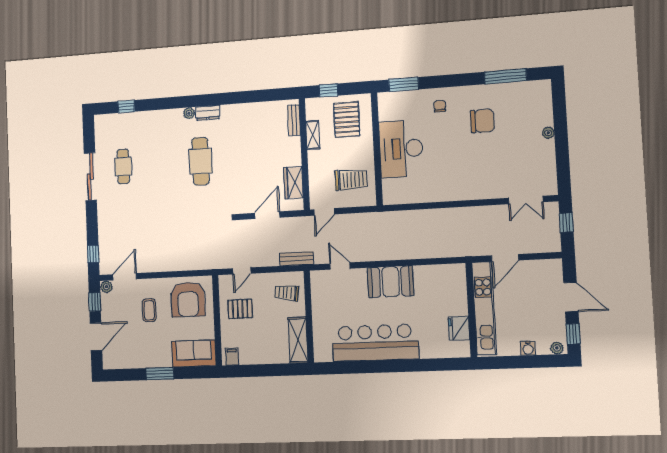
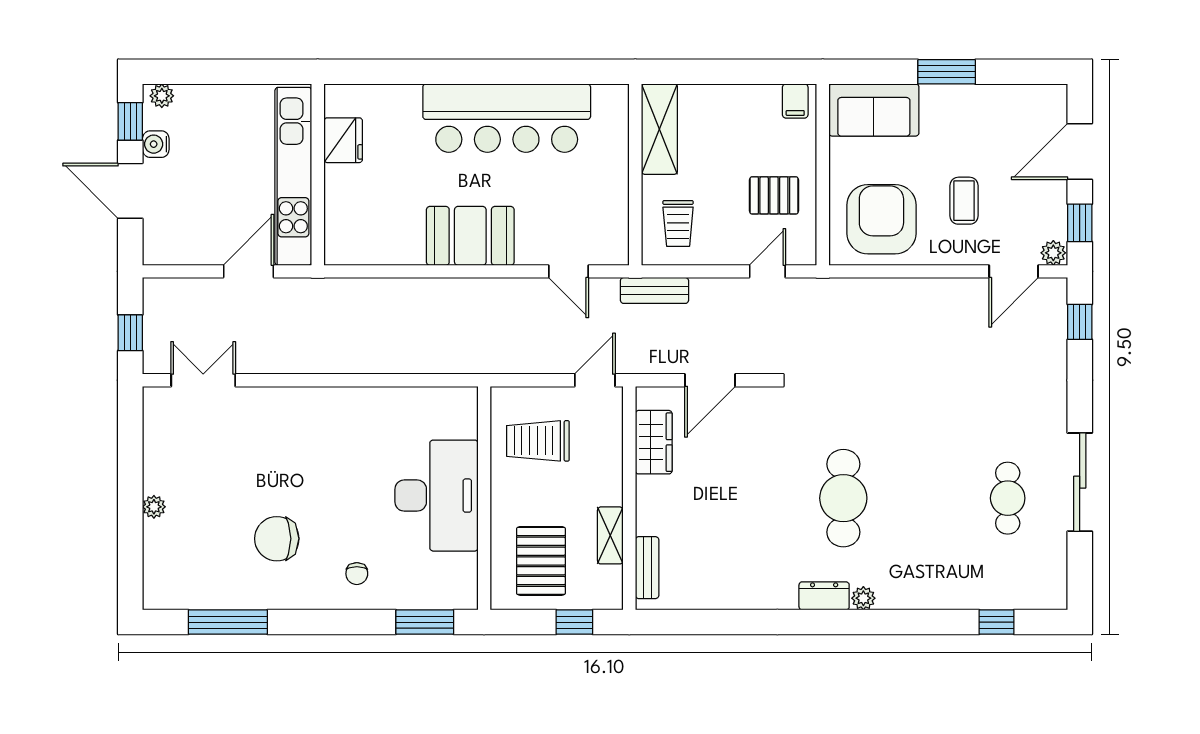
trolley: (287, 293) -> (678, 224), turned 82
water cooler: (528, 348) -> (156, 144), moved, turned -90

